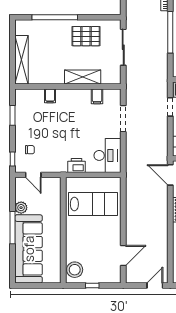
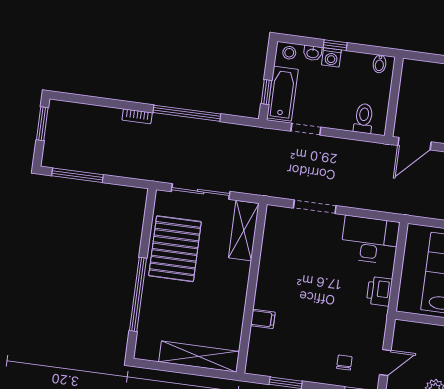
pallet: (86, 36) -> (175, 249), width x1.37, depth x1.41
shelving: (83, 77) -> (244, 231), moved
filing cabinet: (97, 96) -> (273, 244), removed

